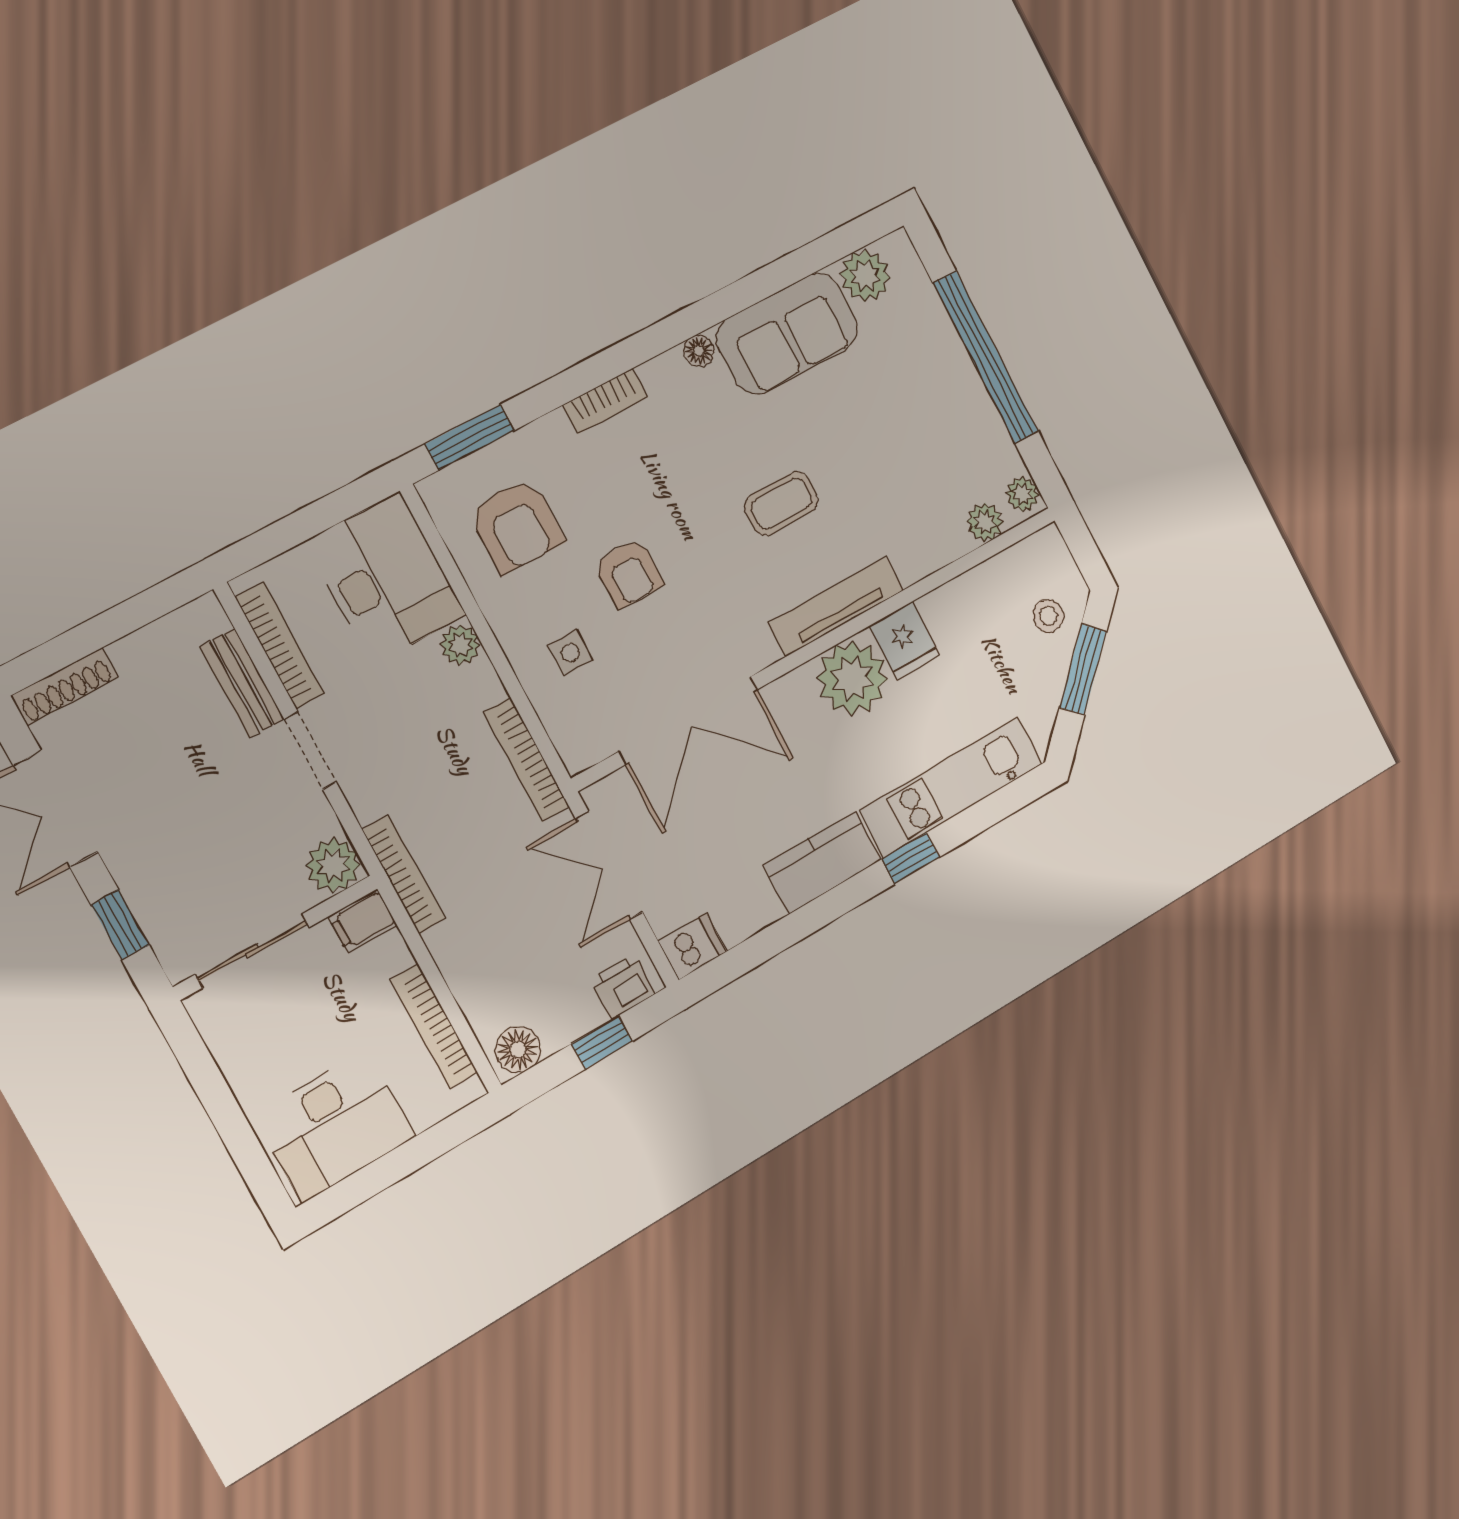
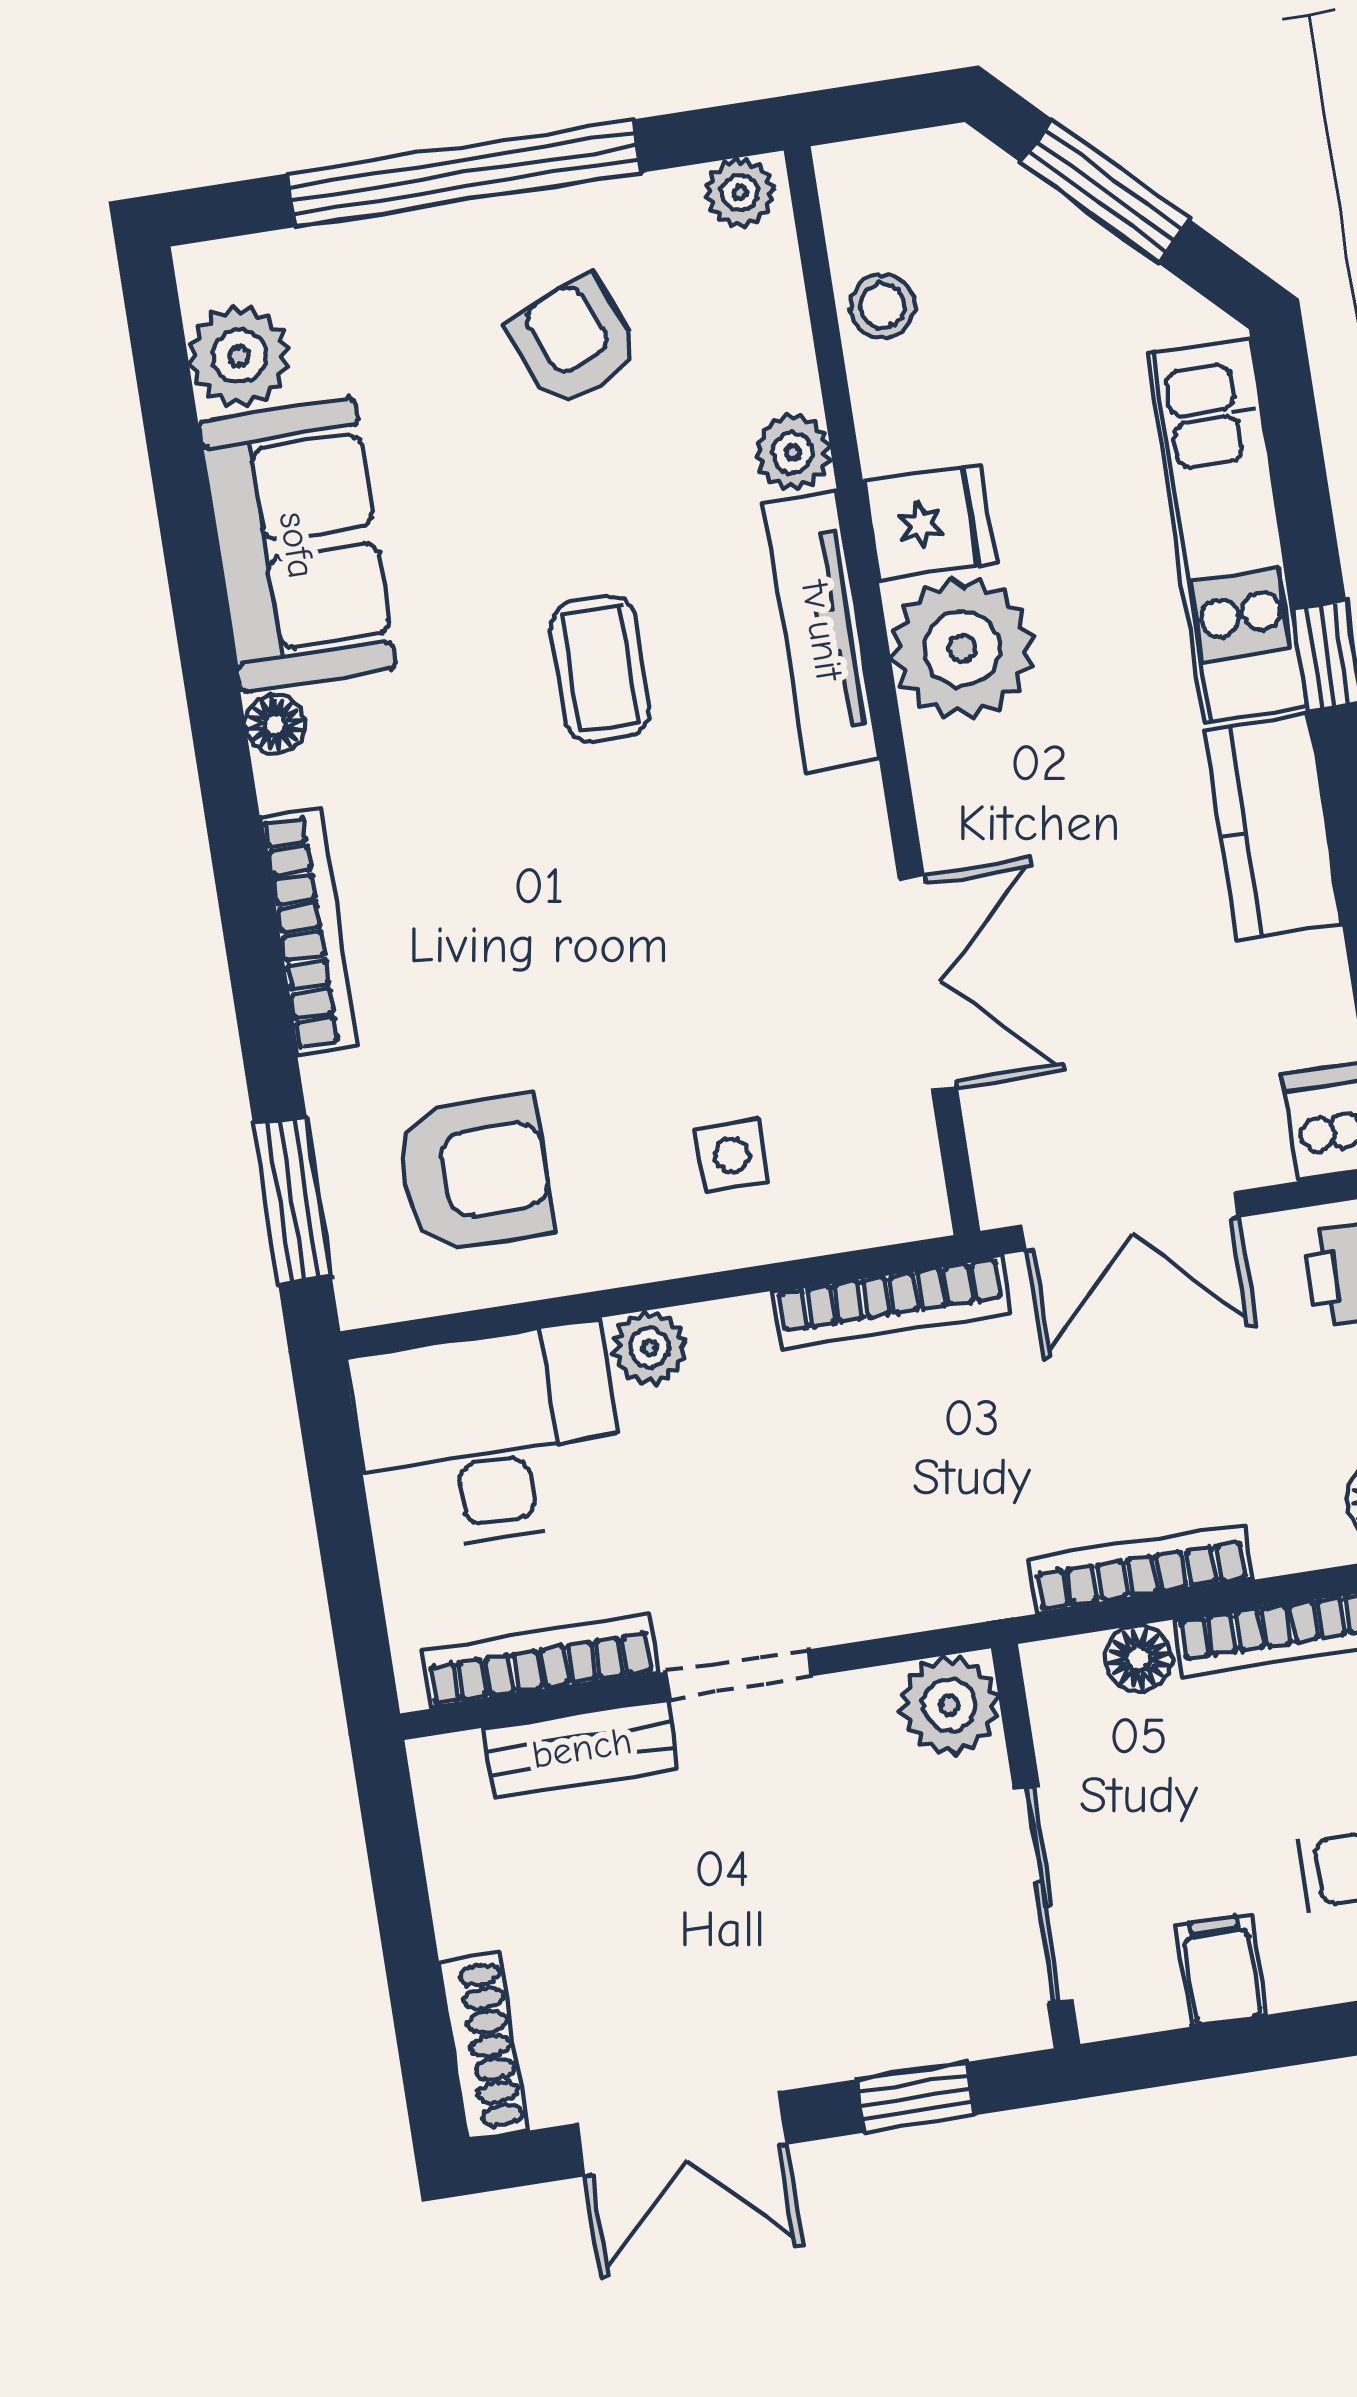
bookcase: (605, 401) -> (309, 931), width x1.56
plant: (985, 522) -> (793, 452), moved
armchair: (629, 573) -> (574, 342), moved, turned -113
stool: (1048, 616) -> (883, 306), moved
double door: (688, 720) -> (928, 984), width x0.73
bookcase: (403, 874) -> (1141, 1569), moved
filing cabinet: (363, 921) -> (1221, 1970), moved, turned 180
floor lamp: (392, 953) -> (1139, 1658), added

